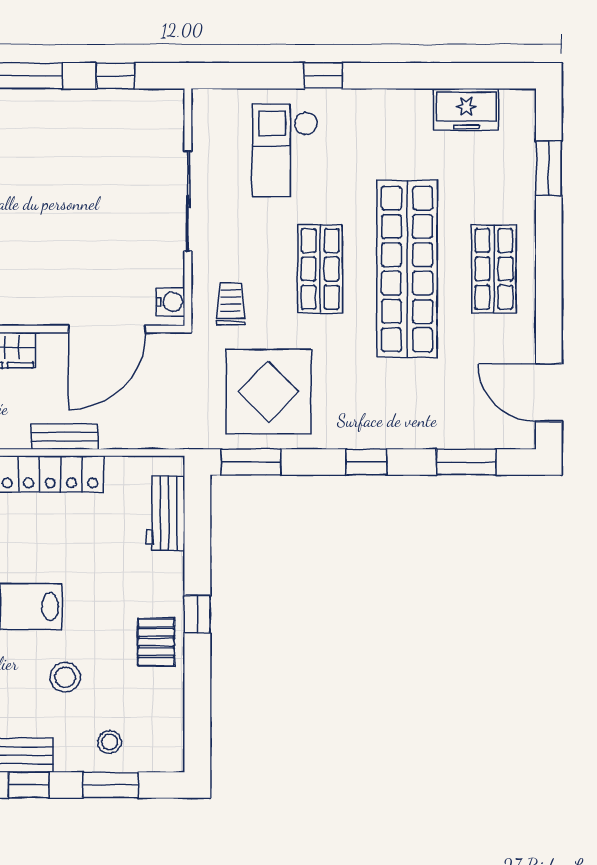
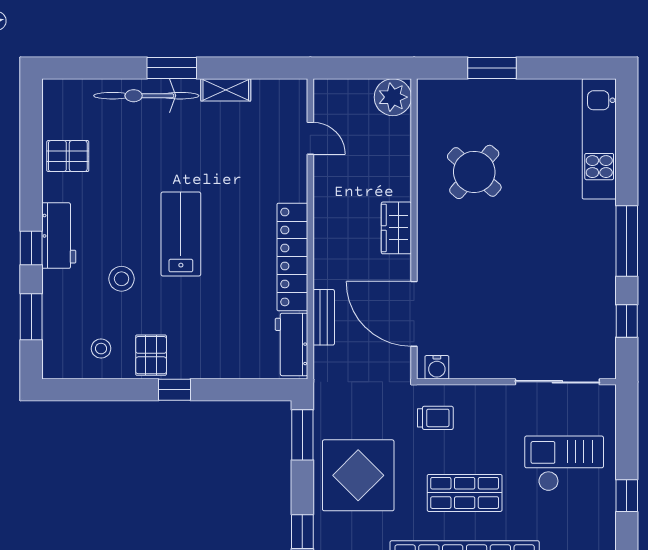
sliding door: (188, 201) -> (557, 382), moved
display table: (269, 392) -> (358, 475), moved
bench: (64, 437) -> (324, 317), moved
workbench: (165, 513) -> (292, 344), moved, turned -90
pallet: (156, 642) -> (151, 355), turned 90
stool: (109, 742) -> (101, 349), moved

